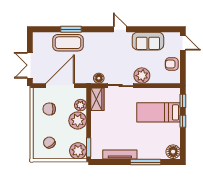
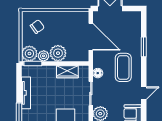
coffee table: (68, 43) -> (123, 67), moved
wardrobe: (97, 99) -> (67, 72), moved
plant: (80, 105) -> (44, 56), moved
chair: (49, 109) -> (69, 26), removed

